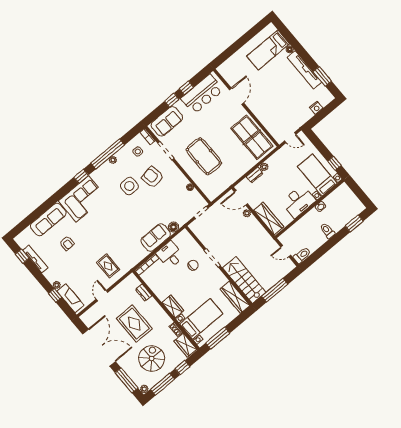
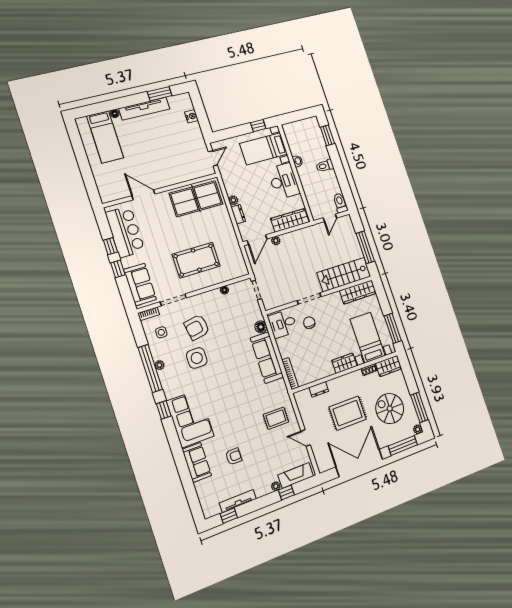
sofa: (48, 220) -> (197, 462), width x0.73
sofa: (156, 238) -> (267, 358), width x1.36
desk: (170, 255) -> (283, 324), moved
window: (182, 368) -> (410, 379), removed

